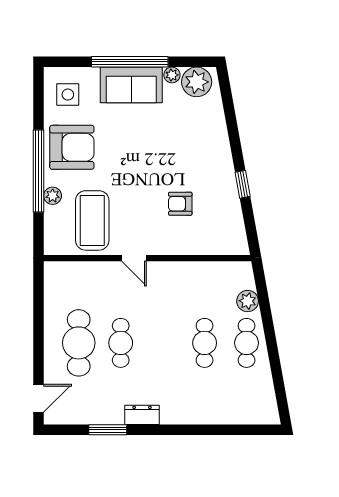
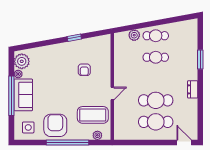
plant: (53, 196) -> (97, 135), moved
cafe table: (121, 343) -> (156, 100), width x1.37, depth x1.35
window: (108, 430) -> (200, 59), moved

